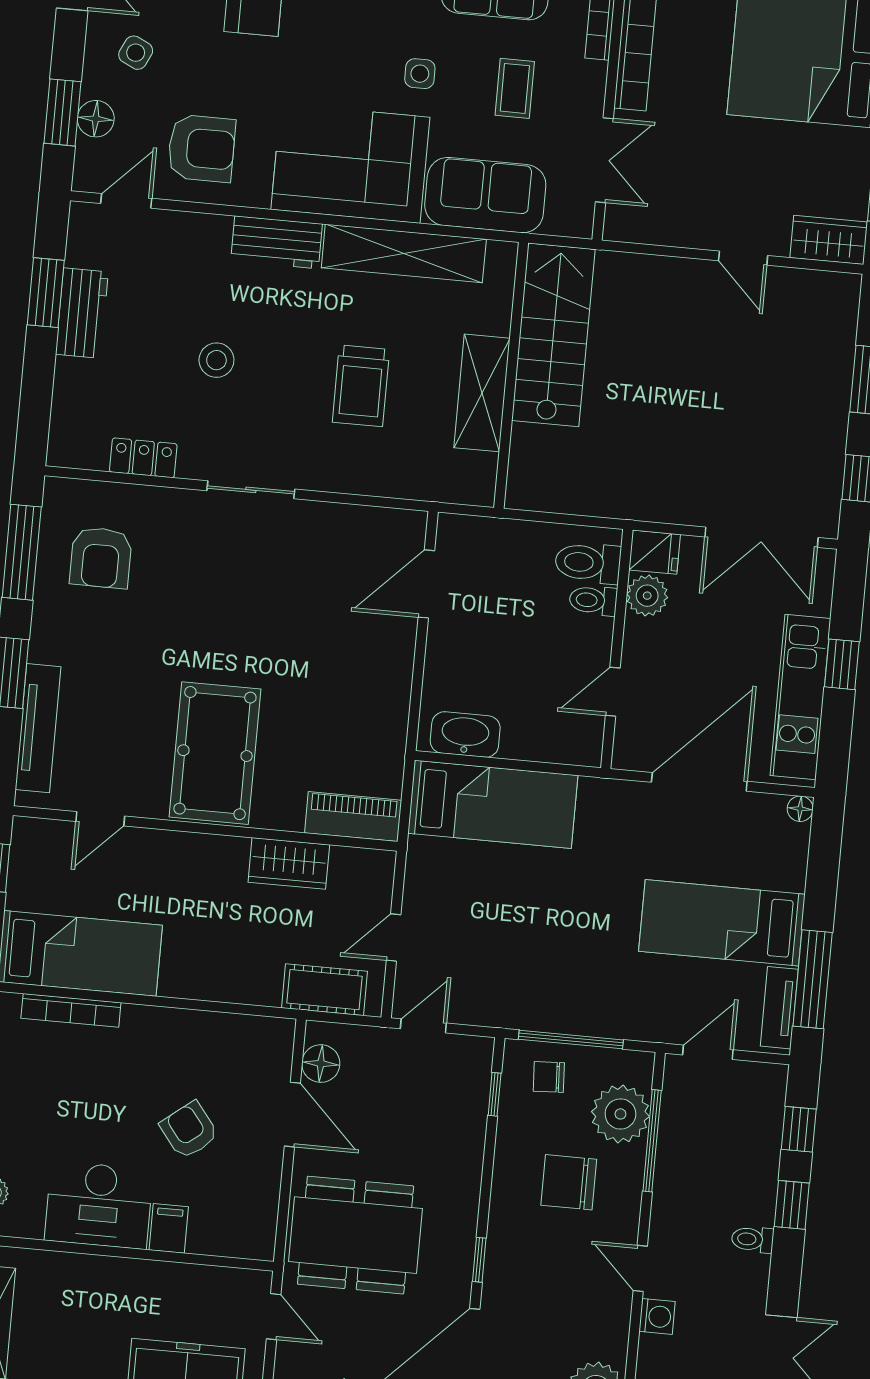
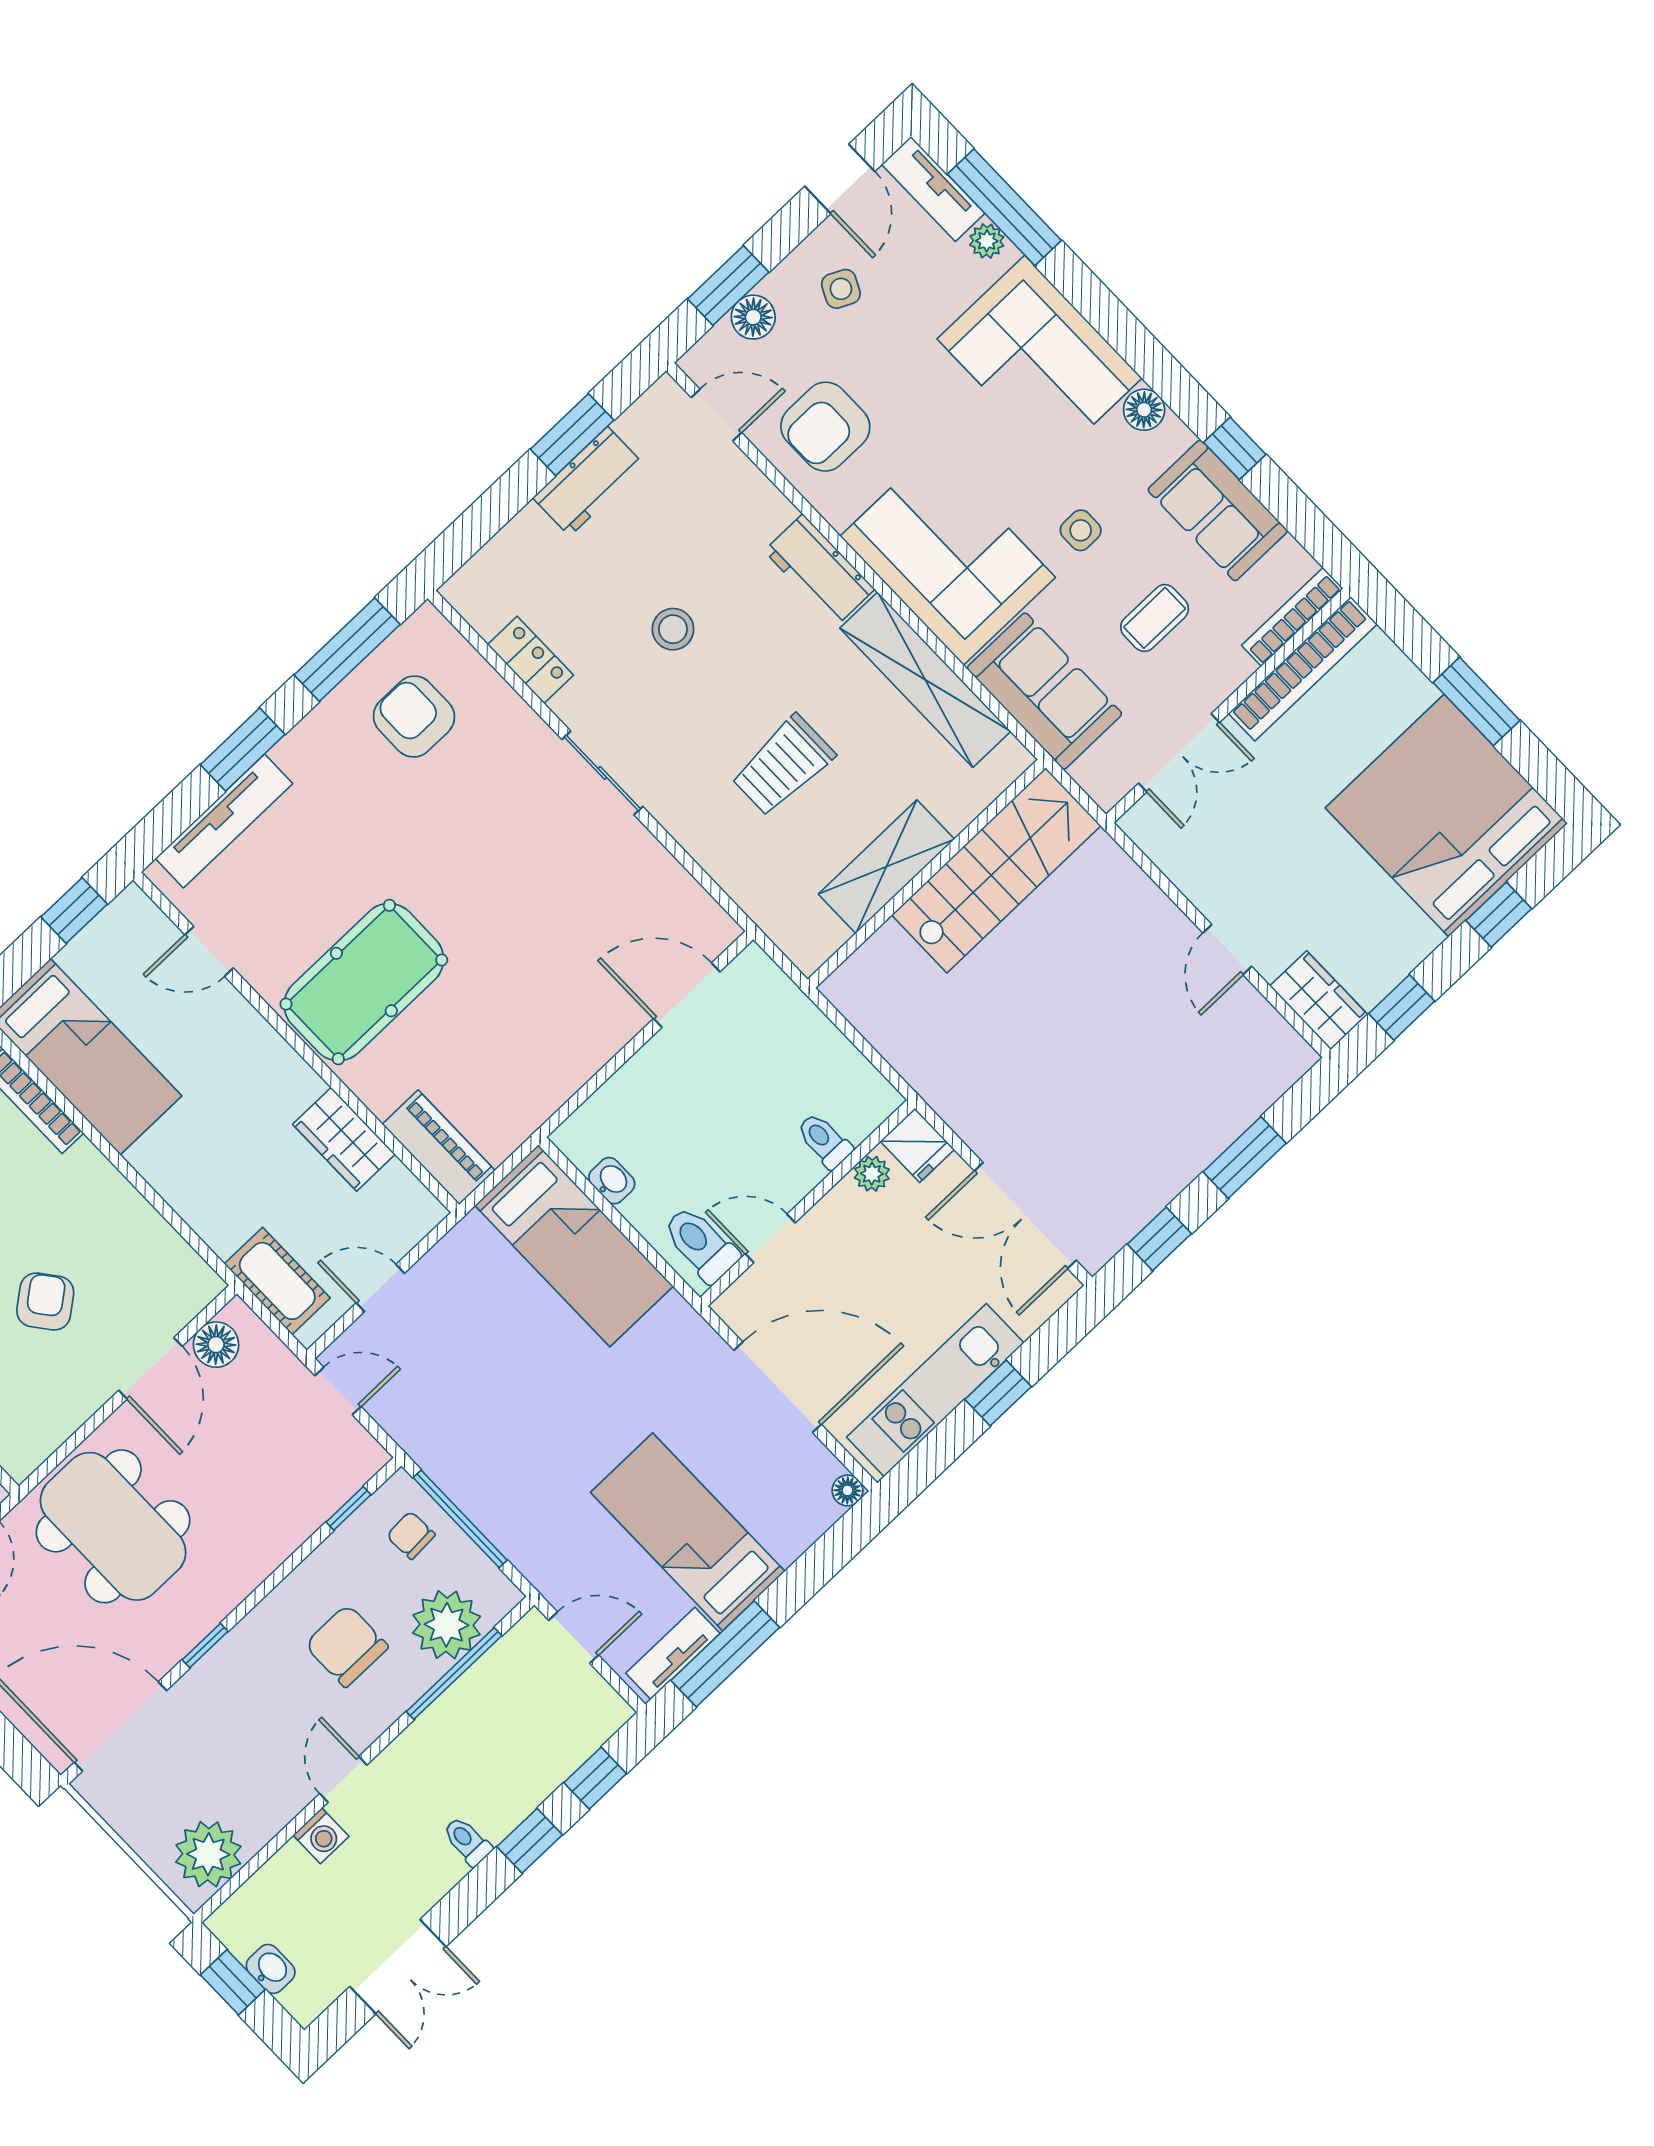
armchair: (202, 148) -> (825, 427), turned 90
armchair: (101, 558) -> (414, 717), turned 90
toilet: (588, 563) -> (701, 1244), moved
plant: (647, 596) -> (872, 1174), width x0.73, depth x0.73
washbasin: (465, 735) -> (612, 1181), width x0.52, depth x0.69

